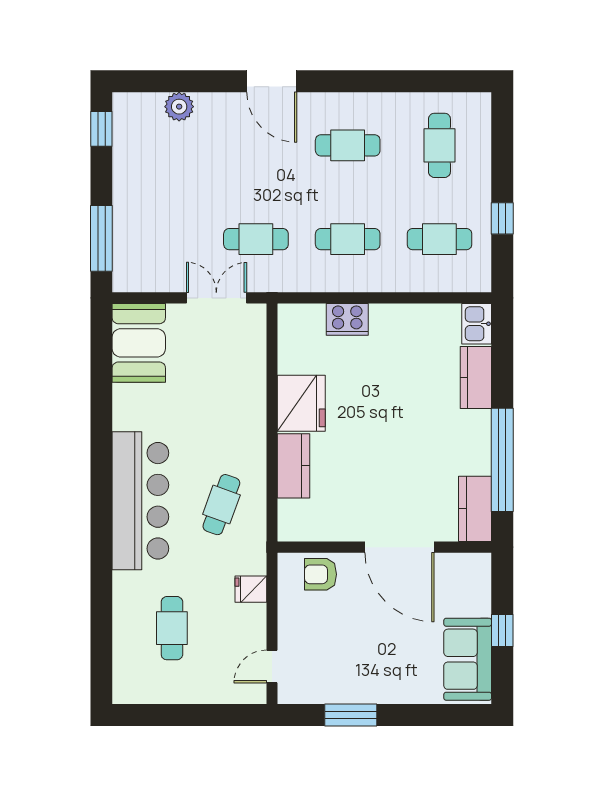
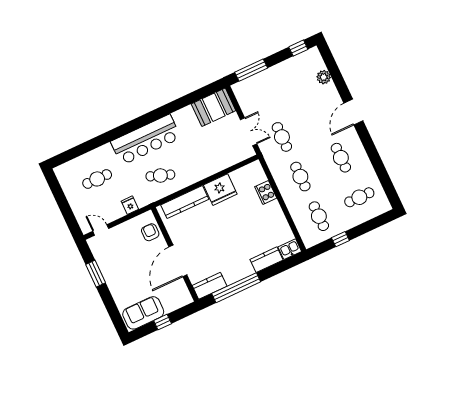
kitchen counter: (294, 466) -> (185, 202), width x1.50

